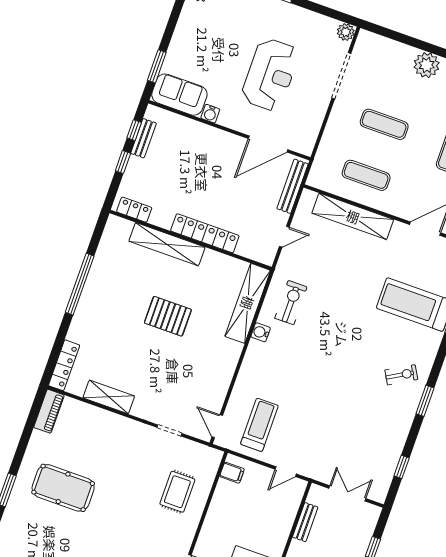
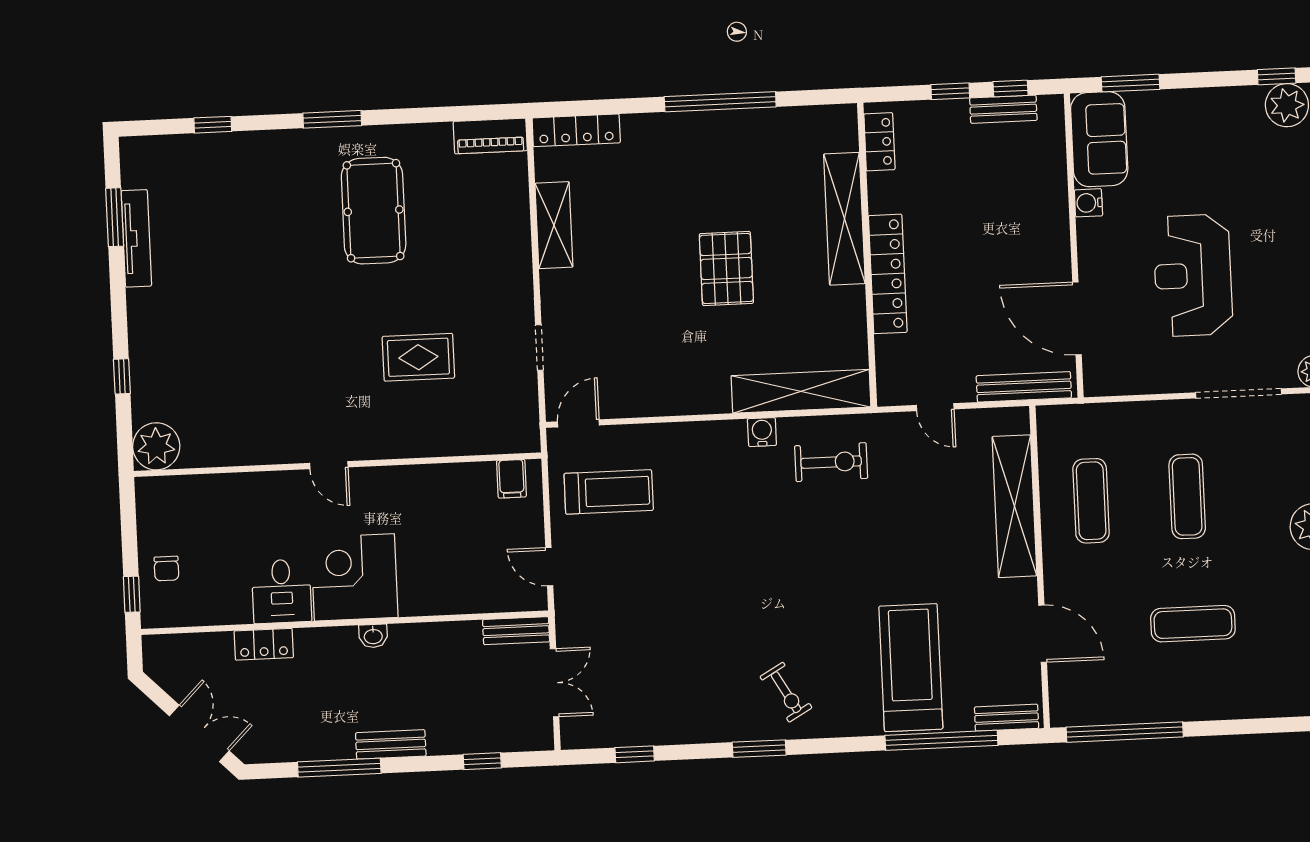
reception desk: (270, 75) -> (1193, 275), turned 90
rug: (177, 492) -> (418, 357), moved
bench: (305, 522) -> (516, 631), moved

